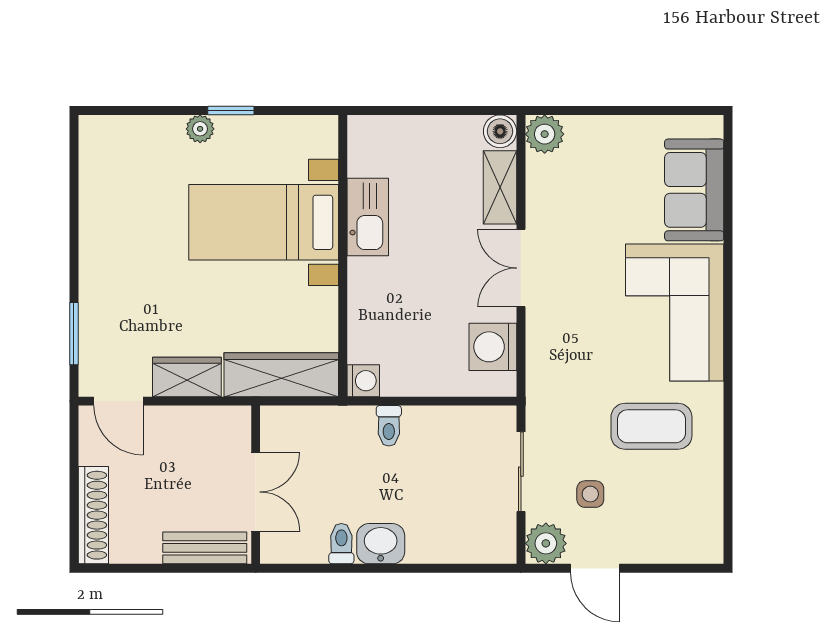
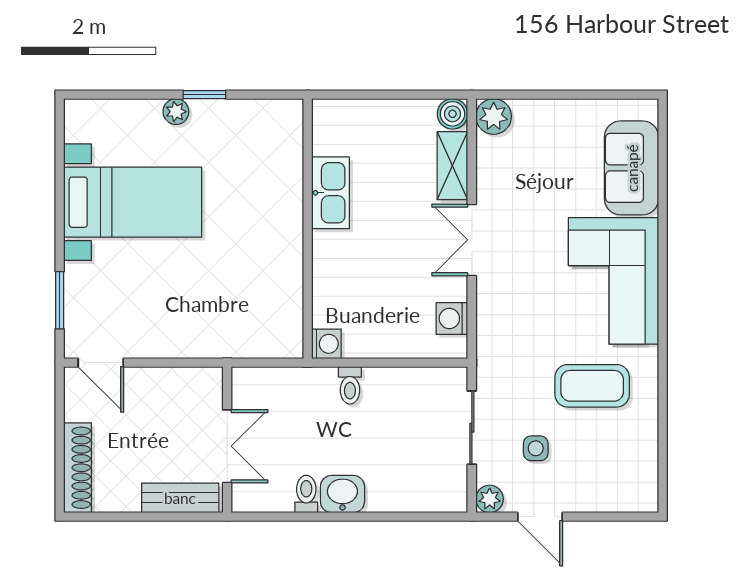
bed with nightstands: (264, 222) -> (133, 202), moved, turned 180
washing machine: (493, 347) -> (452, 319), width x0.73, depth x0.73
wardrobe: (281, 375) -> (251, 338), removed
wardrobe: (187, 377) -> (164, 340), removed
plant: (546, 543) -> (490, 499), width x0.73, depth x0.73

